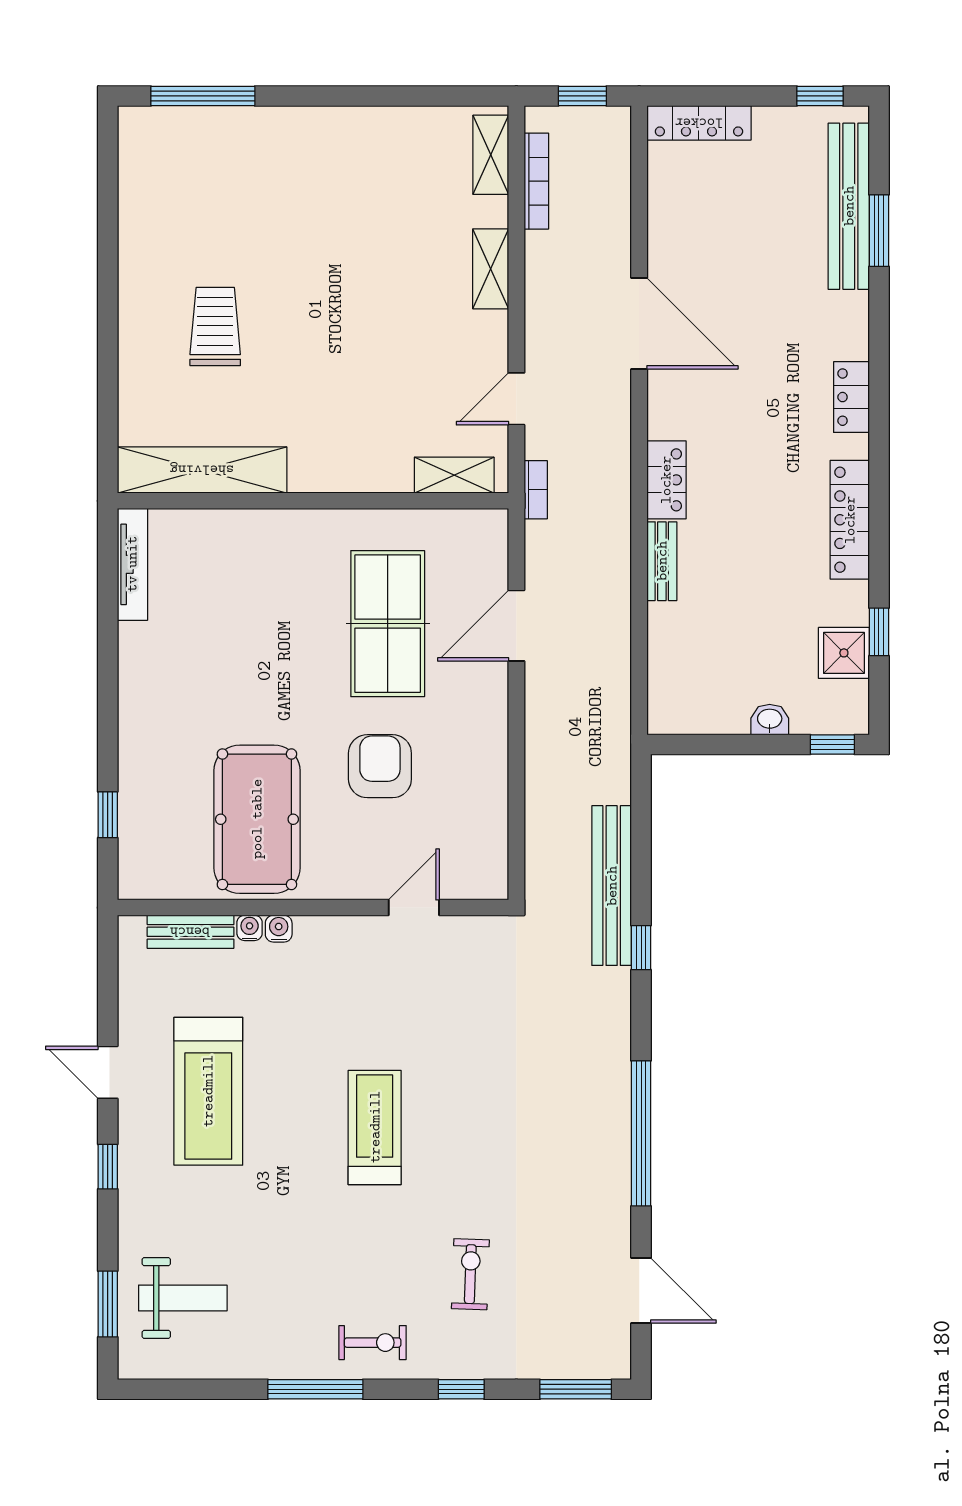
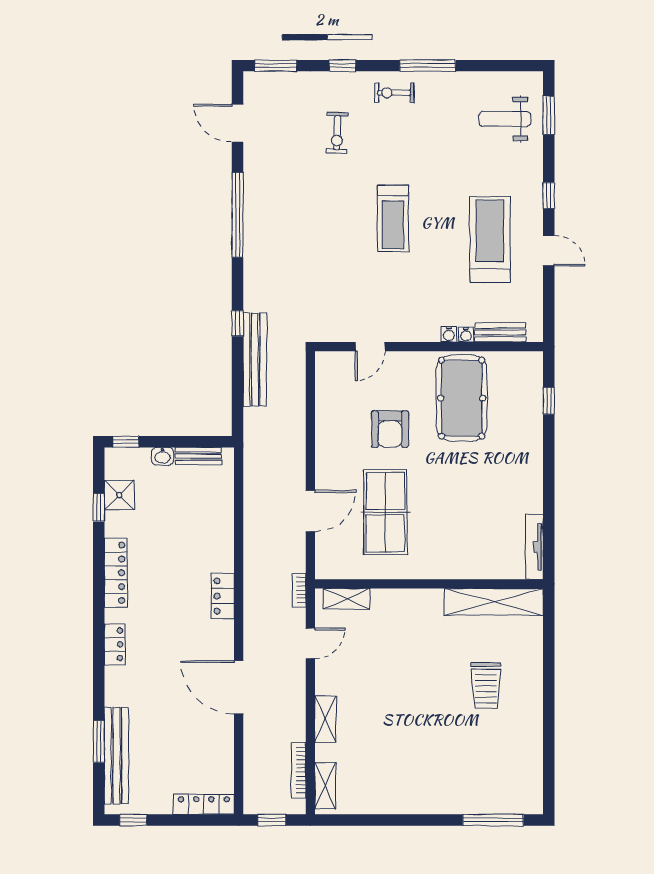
bench: (662, 561) -> (198, 456), moved, turned 90

